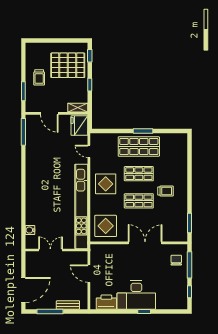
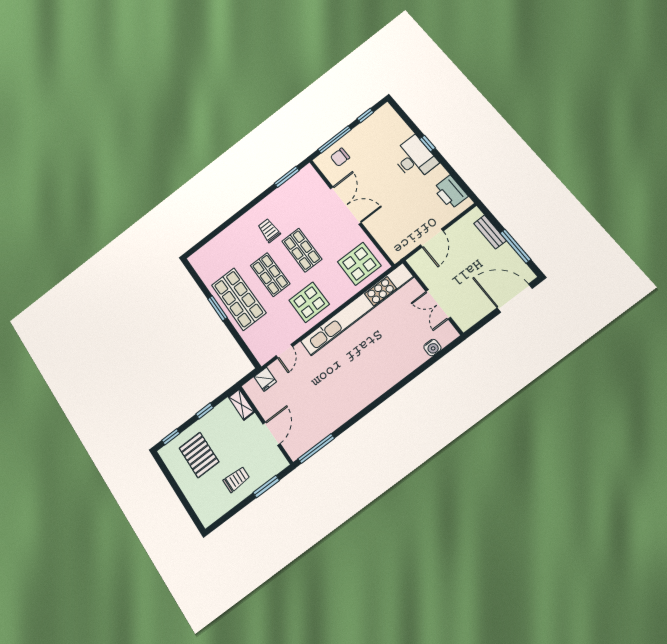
pallet: (68, 65) -> (199, 455), width x0.73, depth x0.71
fridge: (79, 126) -> (265, 379), width x0.53, depth x0.75
double door: (145, 243) -> (346, 205), swing flipped
desk: (136, 295) -> (414, 158), width x0.73, depth x0.77

